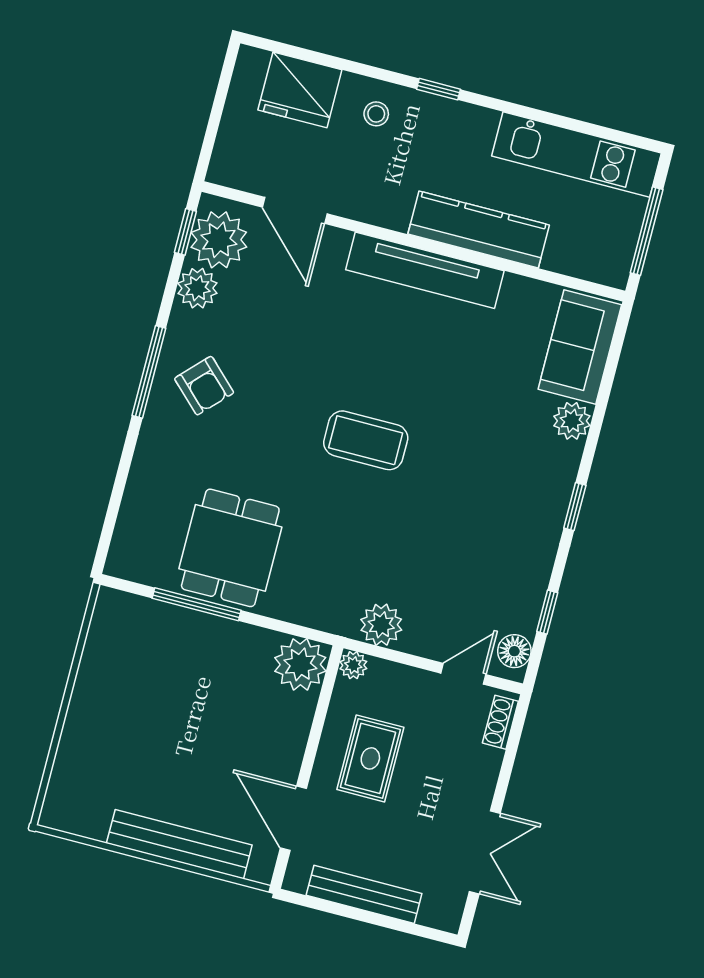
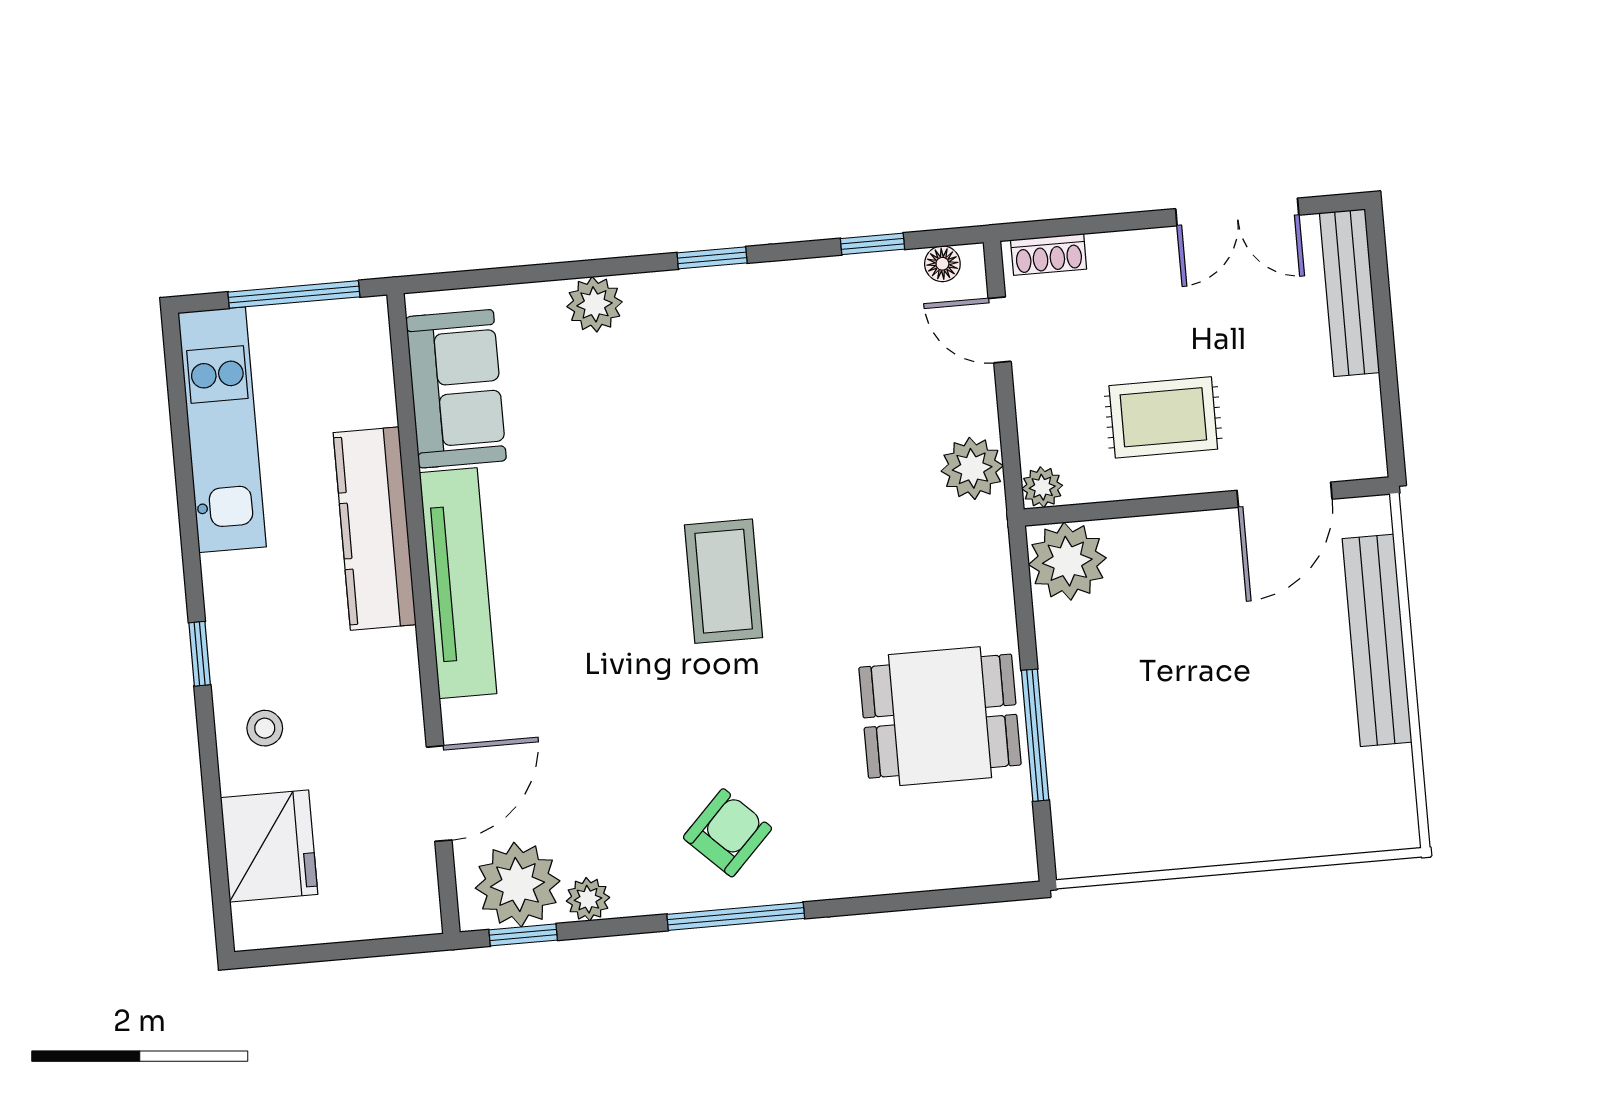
plant: (197, 288) -> (588, 899), width x0.73, depth x0.73
sofa: (580, 347) -> (456, 389), moved, turned -90
floor lamp: (514, 651) -> (942, 264), width x0.73, depth x0.73
double door: (485, 852) -> (1237, 212), swing flipped
bench: (364, 894) -> (1350, 293), moved

